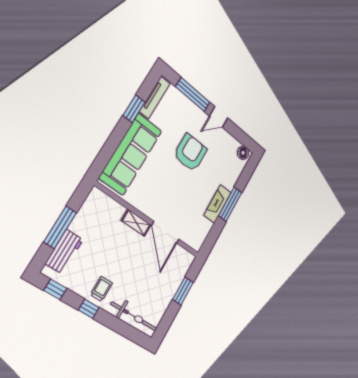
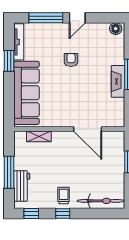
armchair: (190, 153) -> (71, 60), width x0.53, depth x0.53
shelving: (136, 223) -> (39, 136), moved

